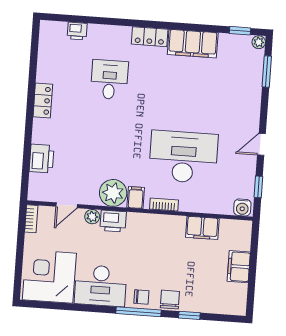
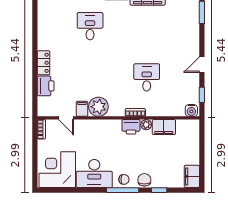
locker: (43, 101) -> (44, 63), moved
desk: (183, 157) -> (147, 77), width x0.53, depth x0.77
filing cabinet: (136, 197) -> (82, 109), moved
door: (67, 205) -> (66, 118), hinge flipped
plant: (92, 217) -> (146, 125), moved
printer: (113, 221) -> (131, 127), moved
filing cabinet: (239, 267) -> (192, 176), moved

